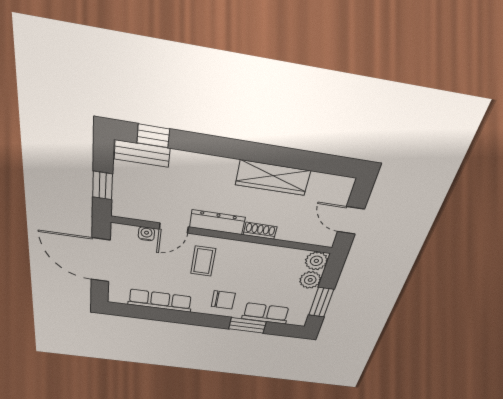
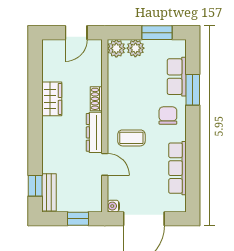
wardrobe: (273, 178) -> (52, 99), width x0.67
water cooler: (146, 234) -> (113, 206), moved

